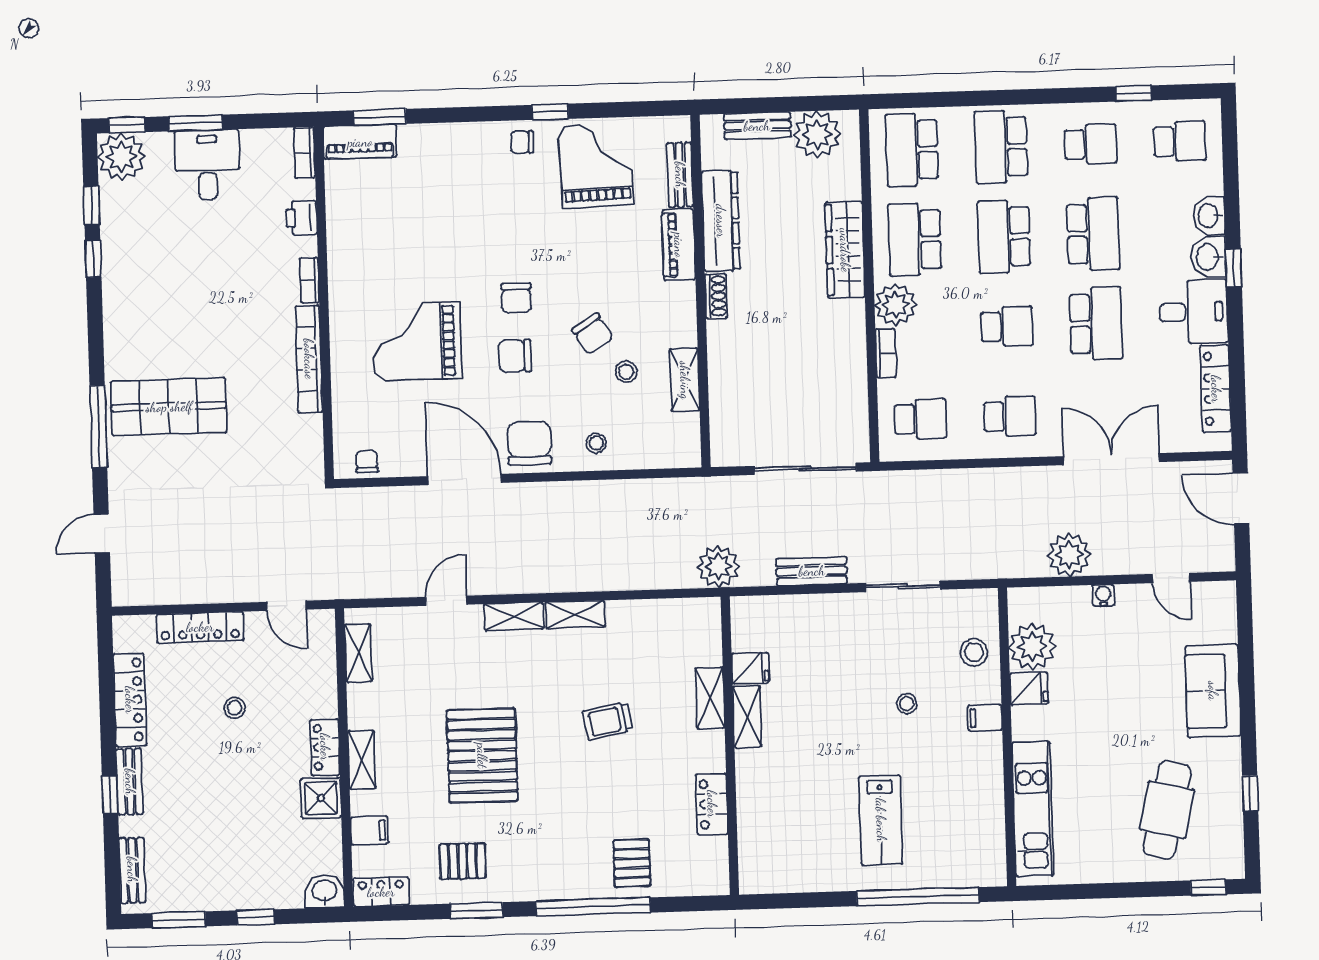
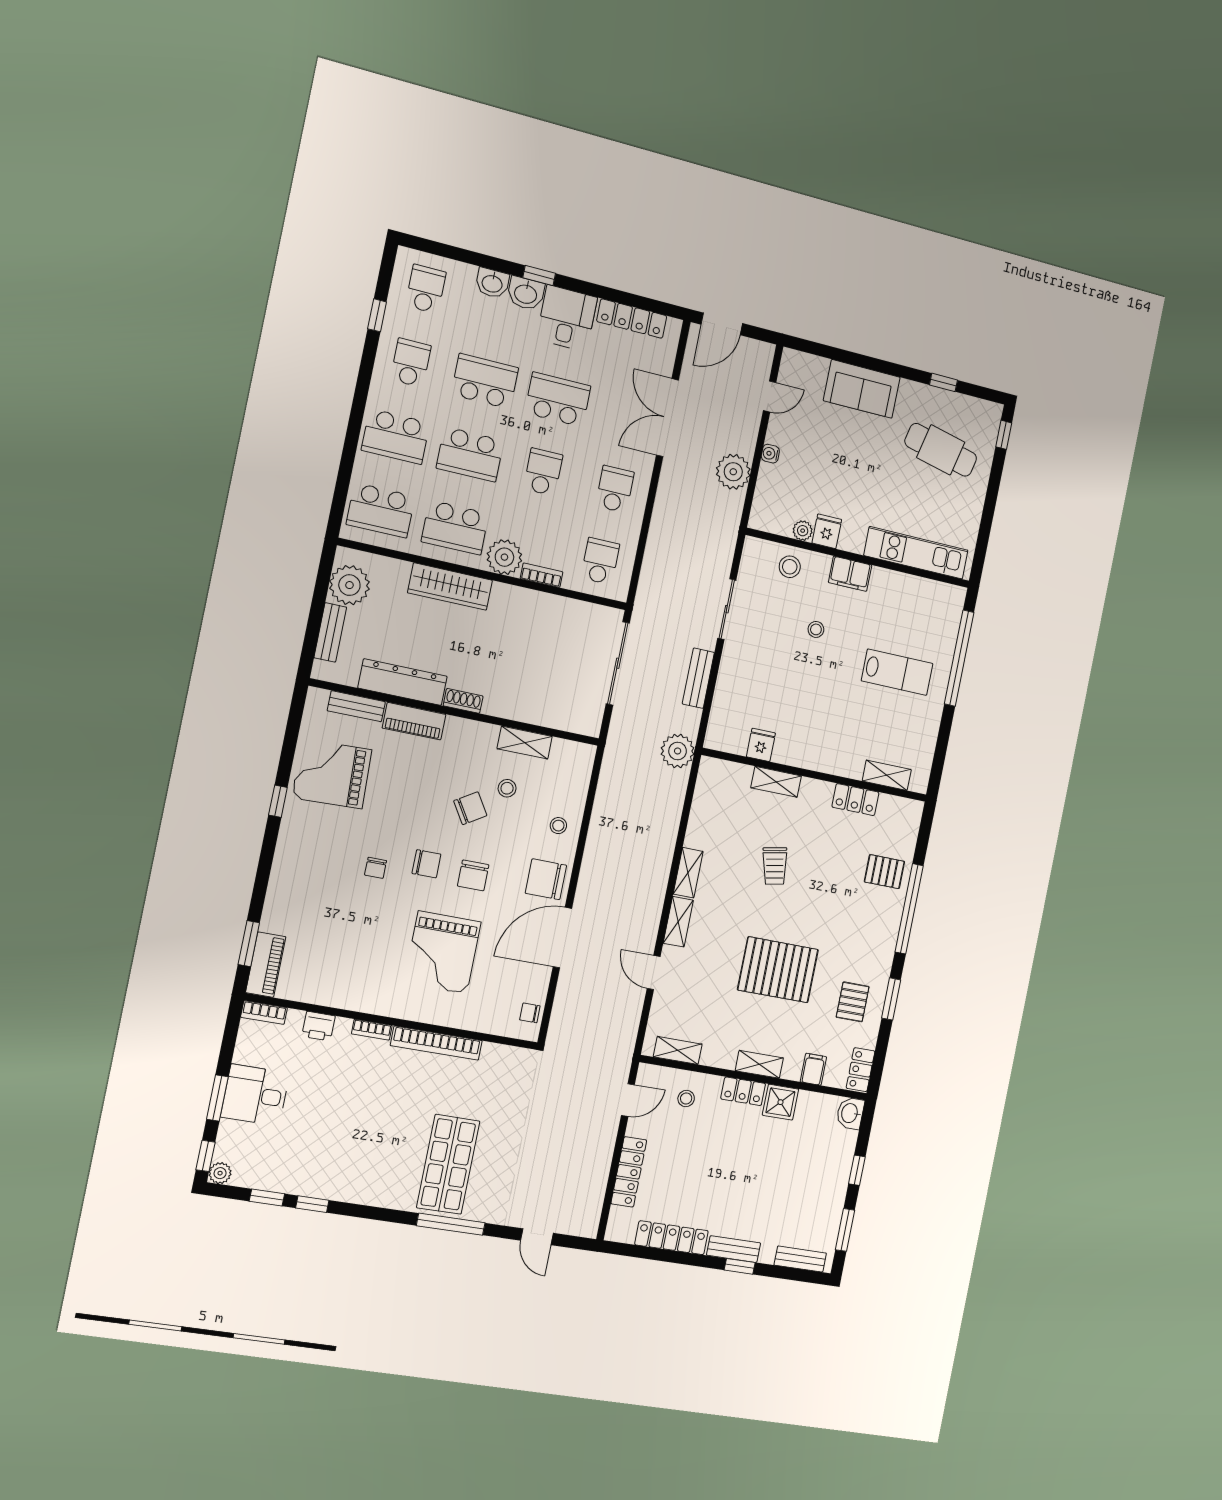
chair: (522, 142) -> (376, 868), moved
plant: (121, 157) -> (220, 1173), width x0.53, depth x0.53
plant: (1032, 647) -> (803, 531), width x0.53, depth x0.53
stool: (235, 708) -> (686, 1098), moved
shelving: (747, 717) -> (887, 775), moved
filing cabinet: (985, 718) -> (850, 574), width x2.00

